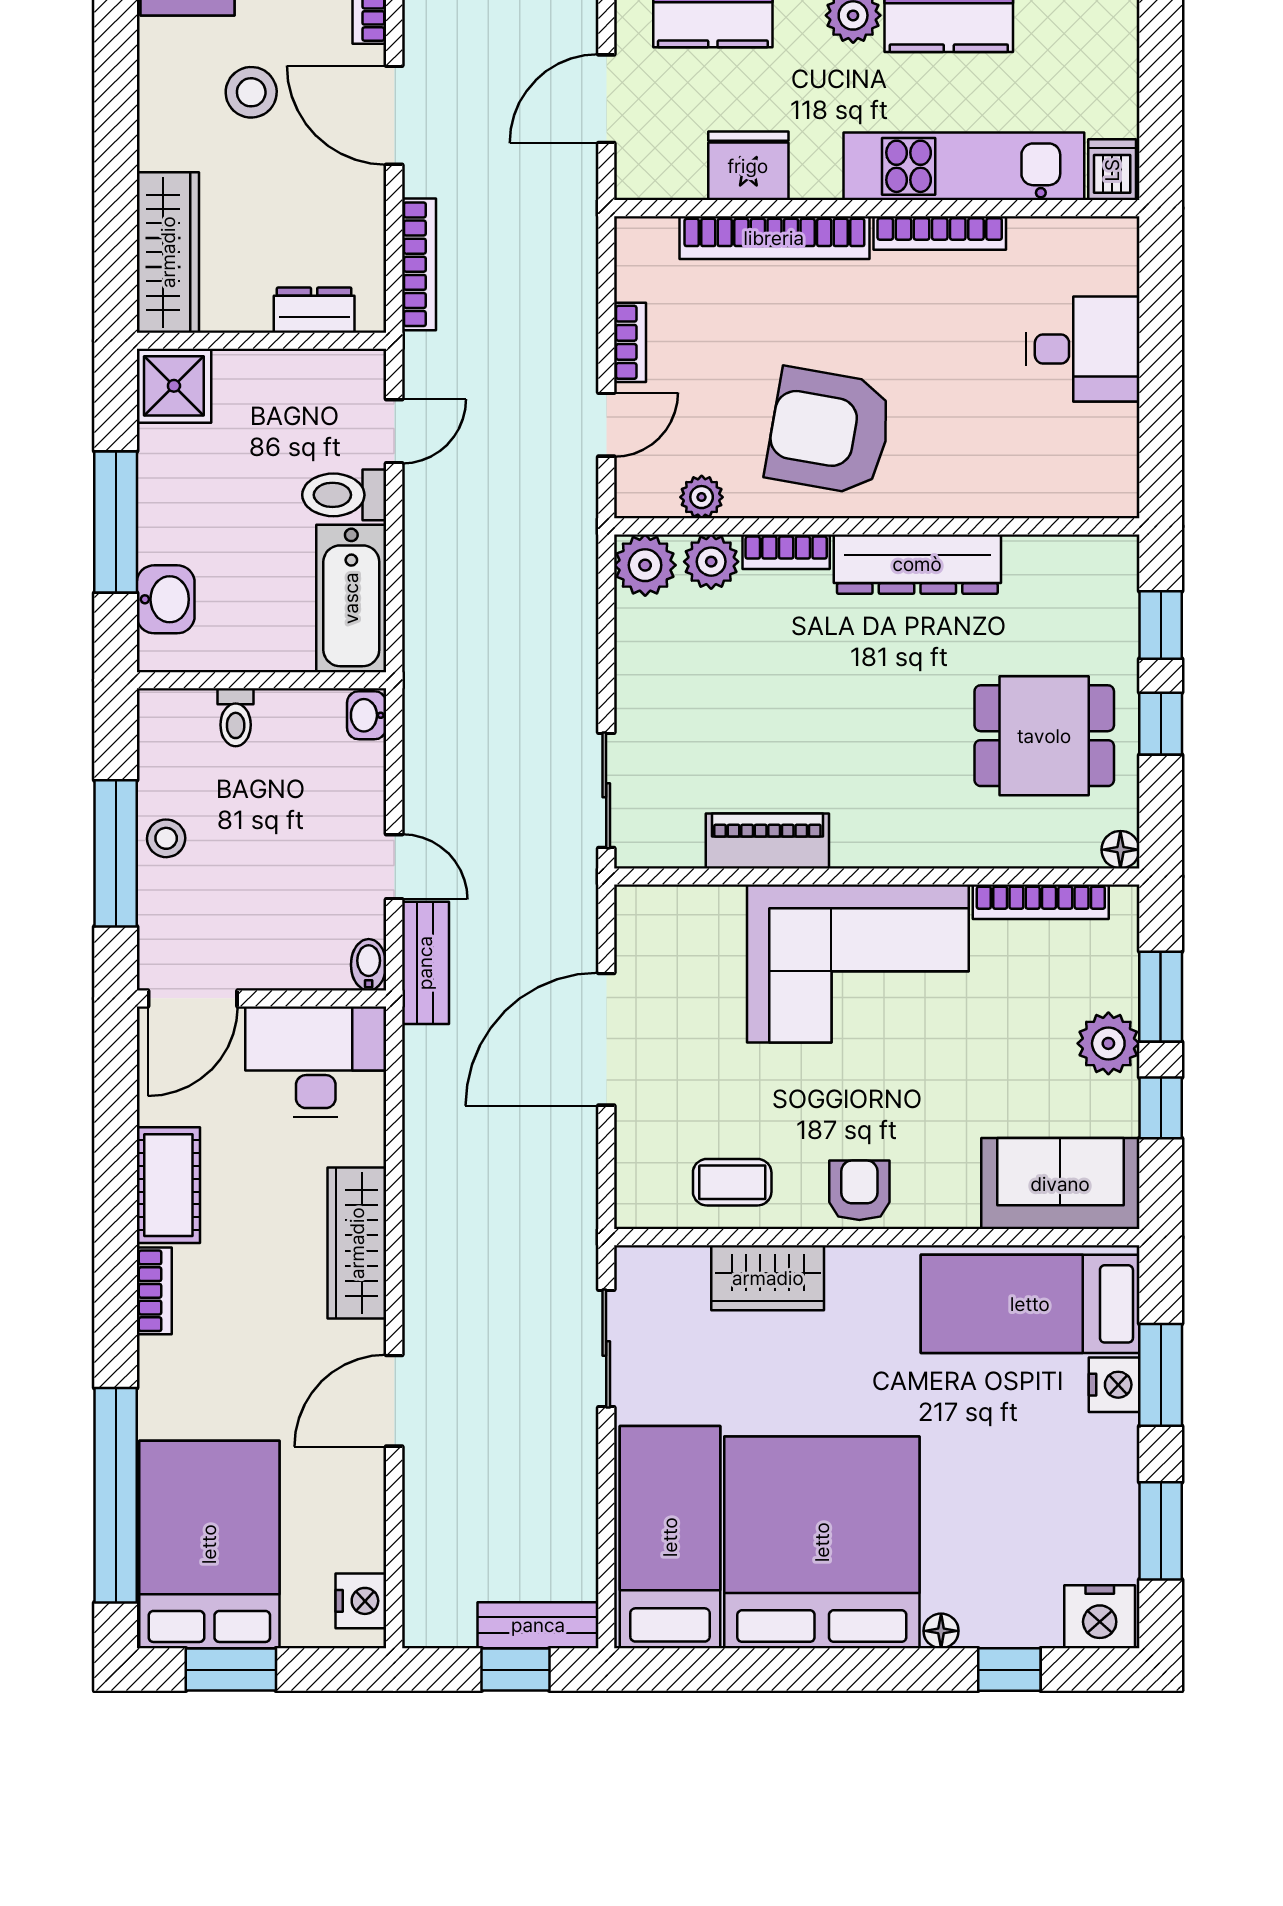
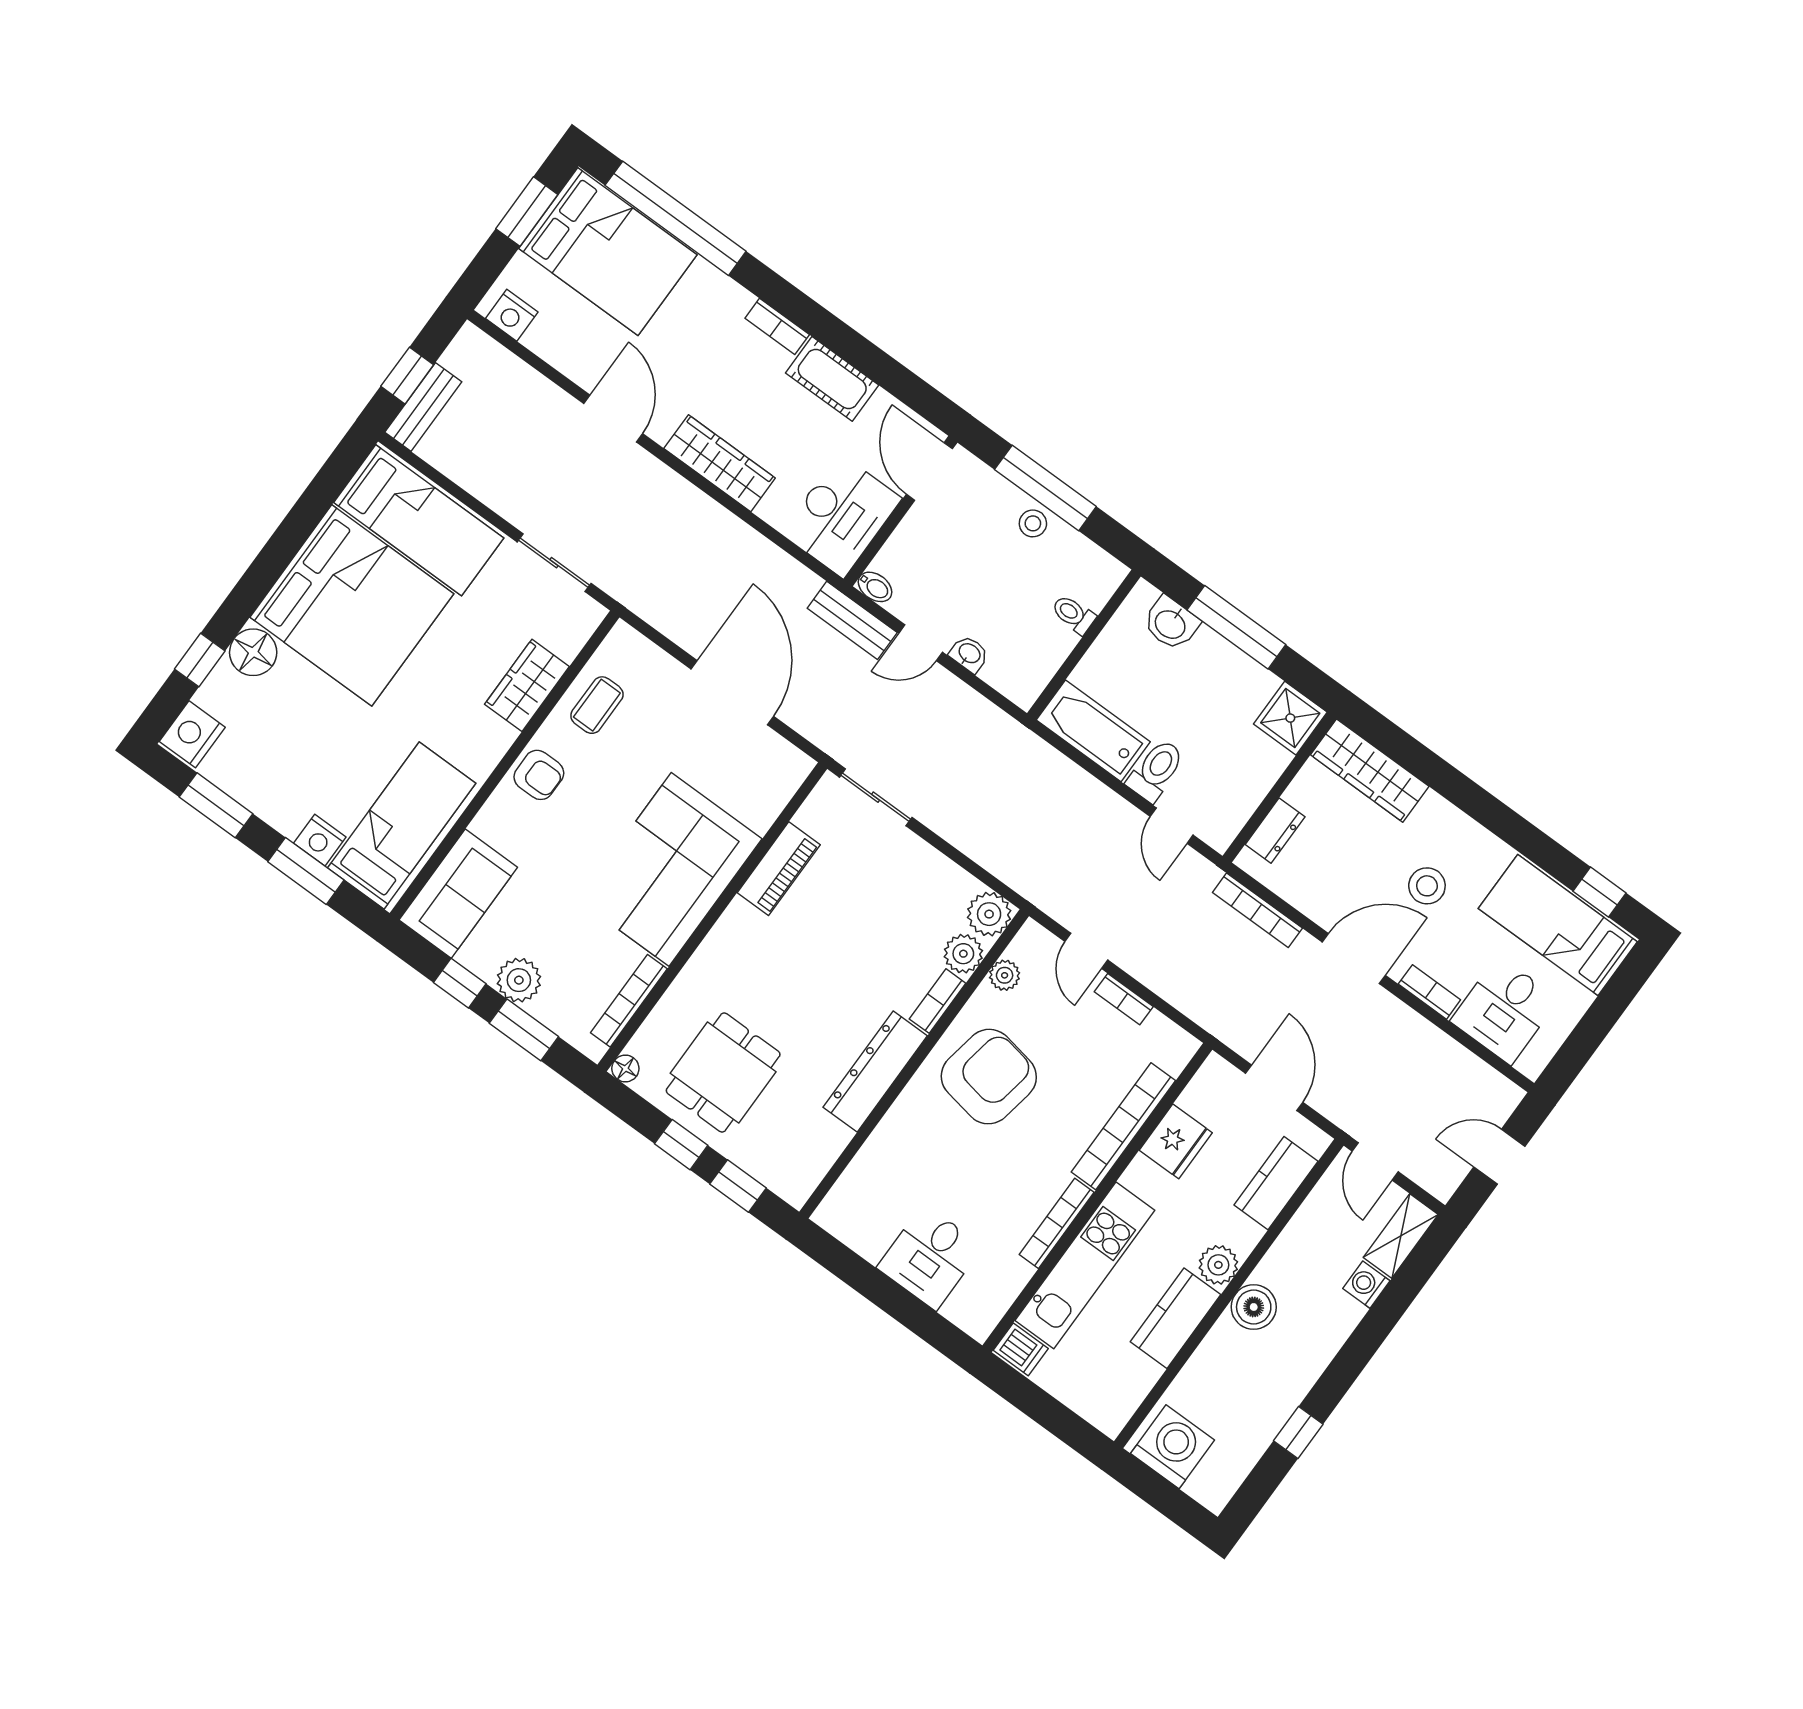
washbasin: (367, 715) -> (969, 654), moved
floor lamp: (941, 1631) -> (253, 652), width x1.89, depth x1.89

